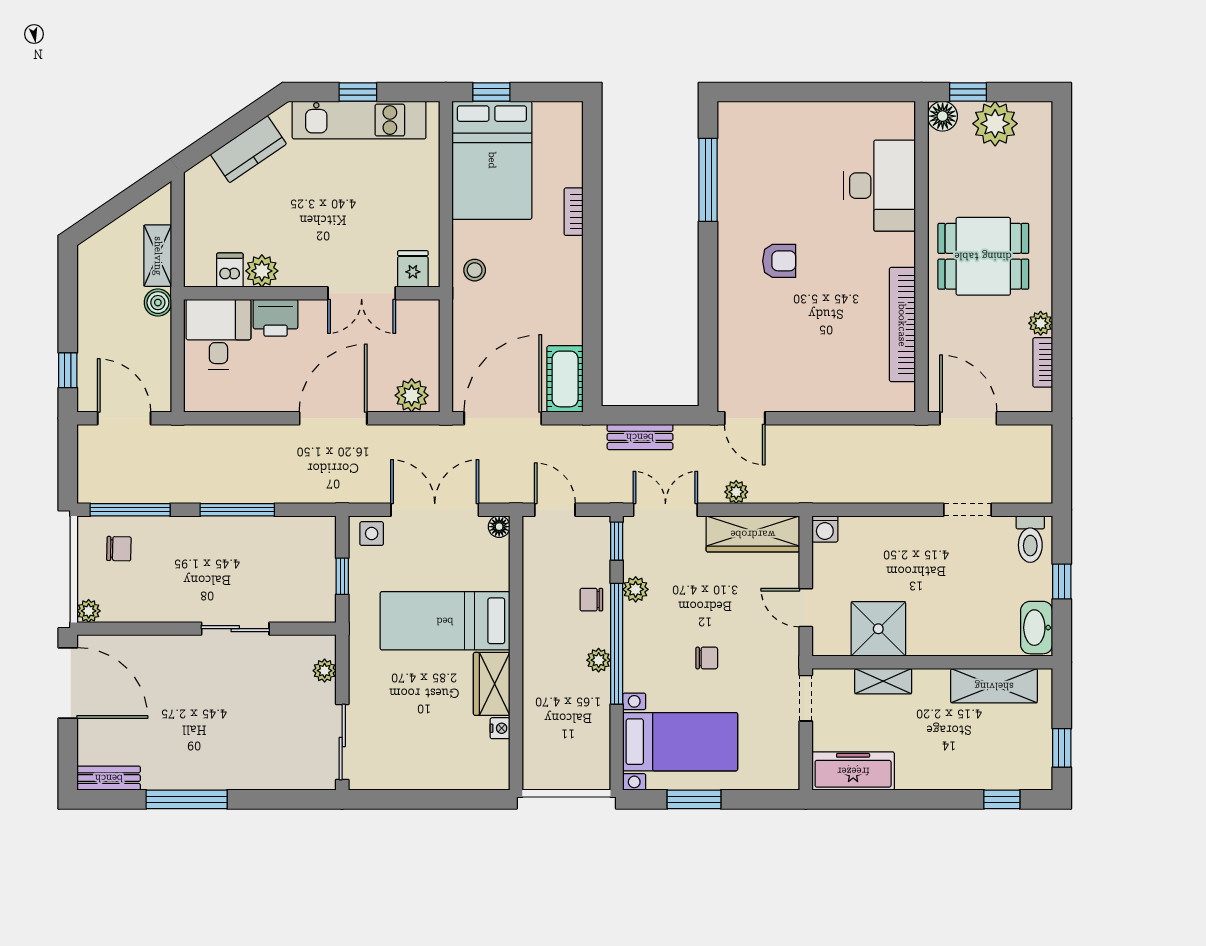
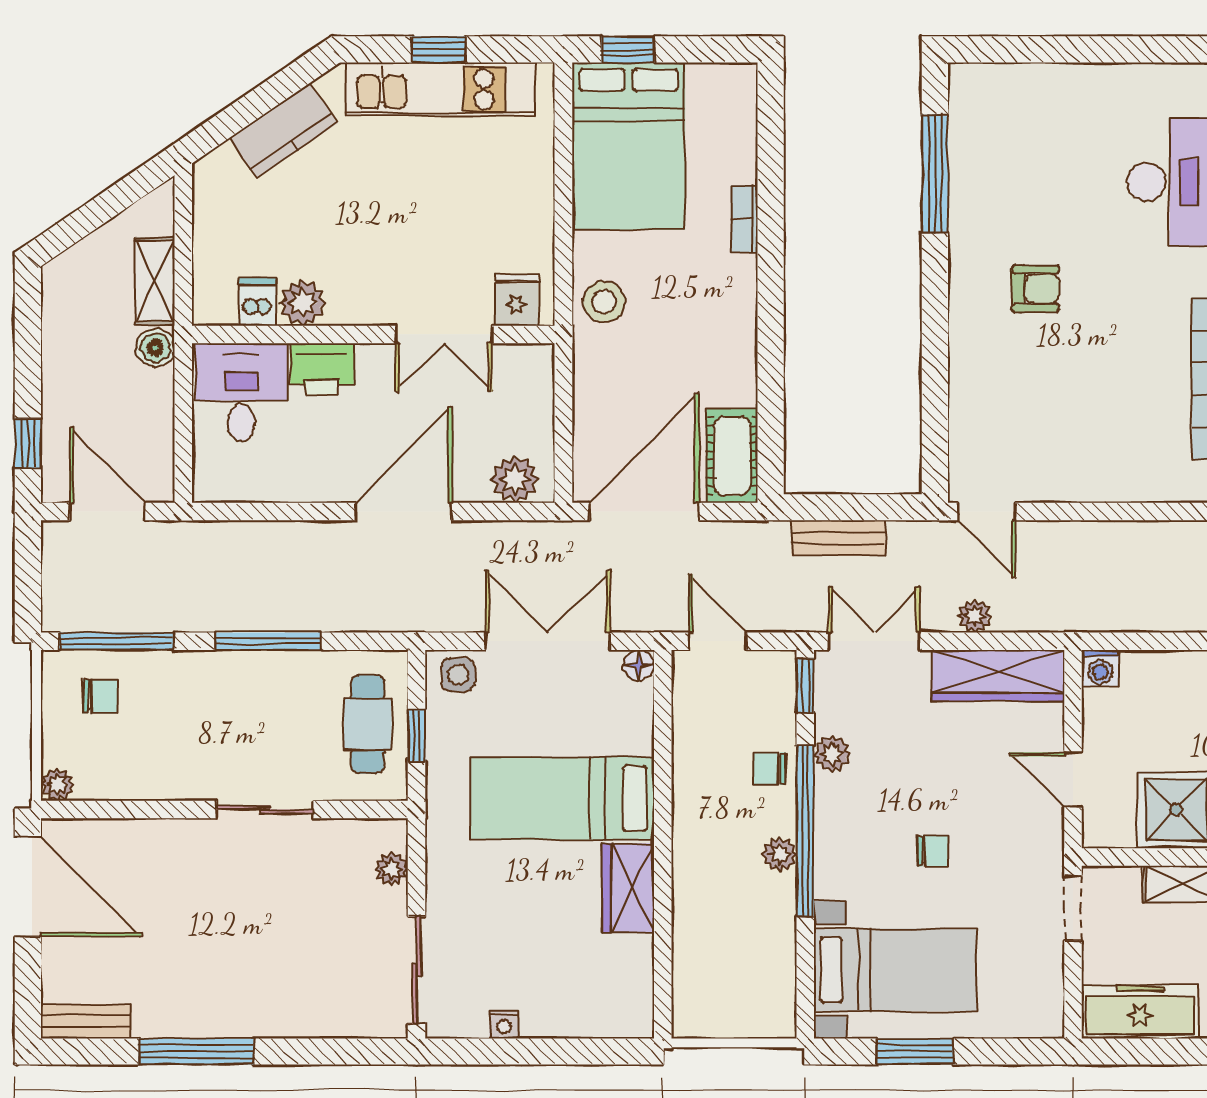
stool: (475, 270) -> (604, 302), width x1.37, depth x1.37
cafe table: (308, 568) -> (368, 724), added
nightstand: (500, 728) -> (504, 1025), moved, turned 90

